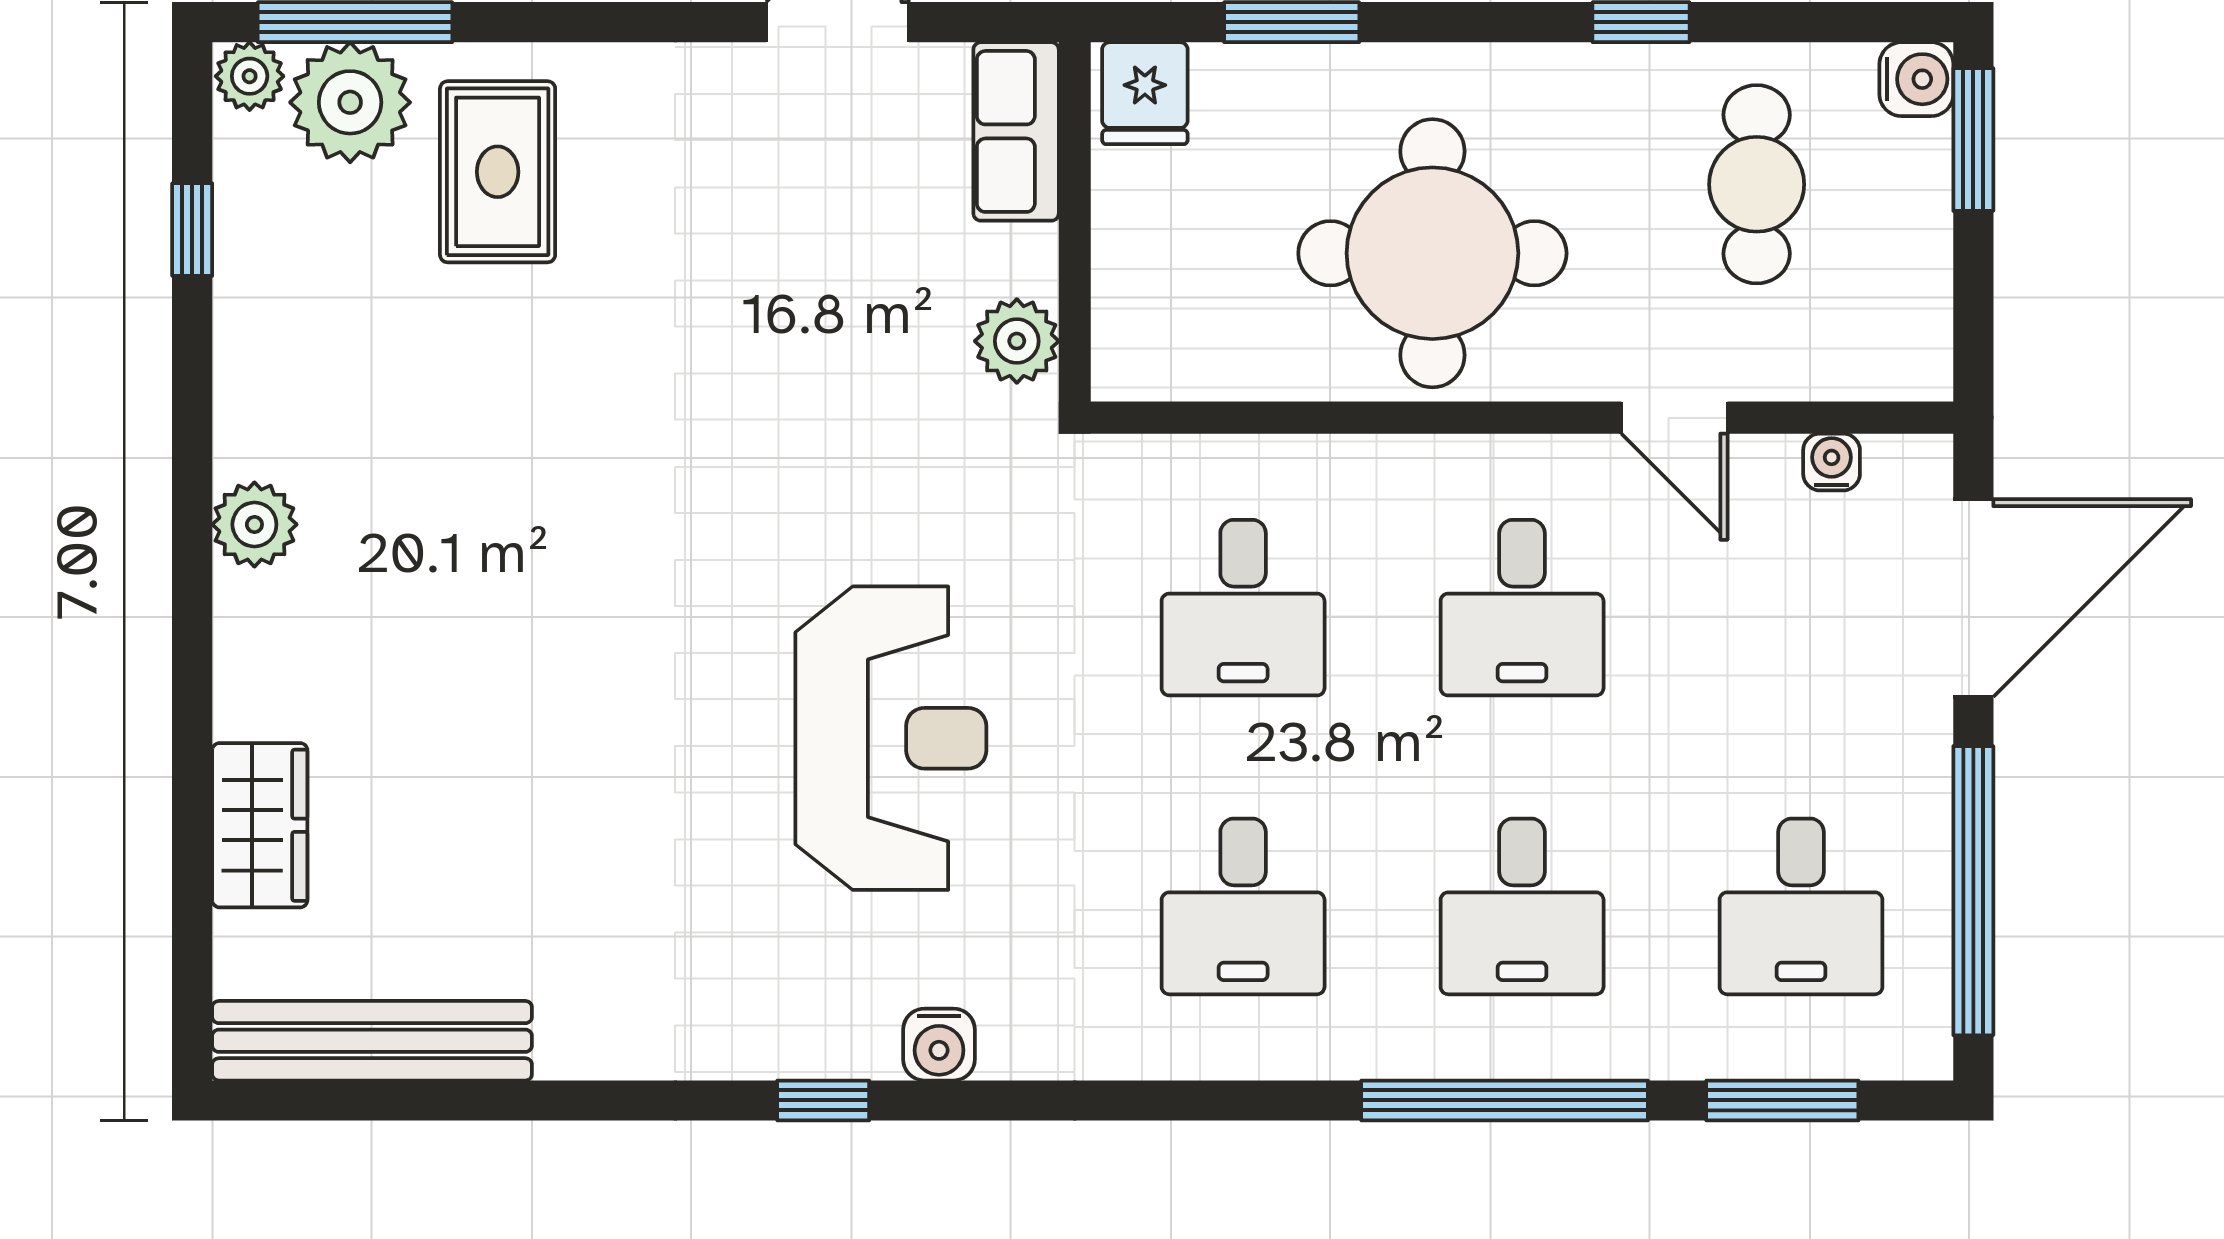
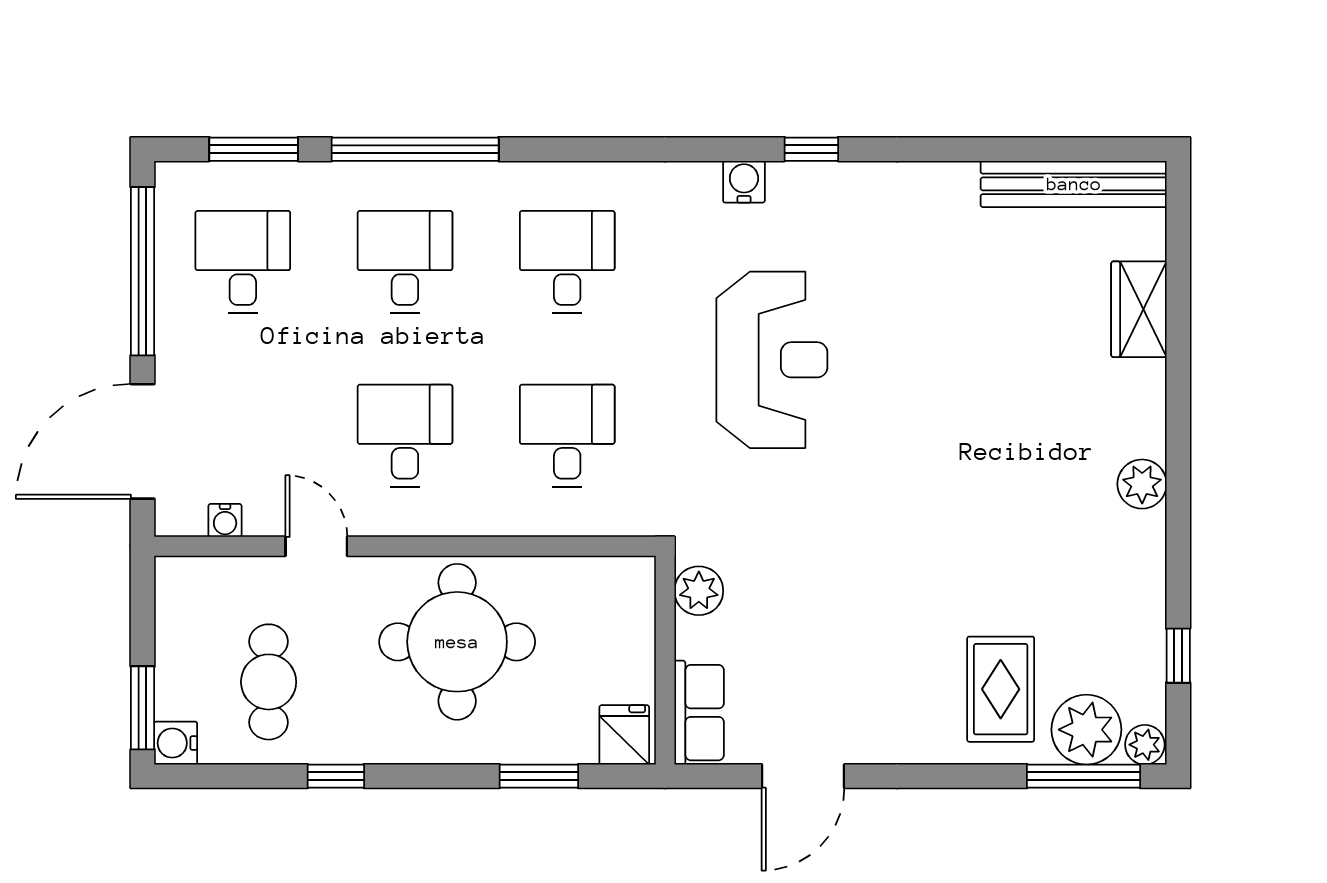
reception desk: (891, 738) -> (772, 360), turned 180

